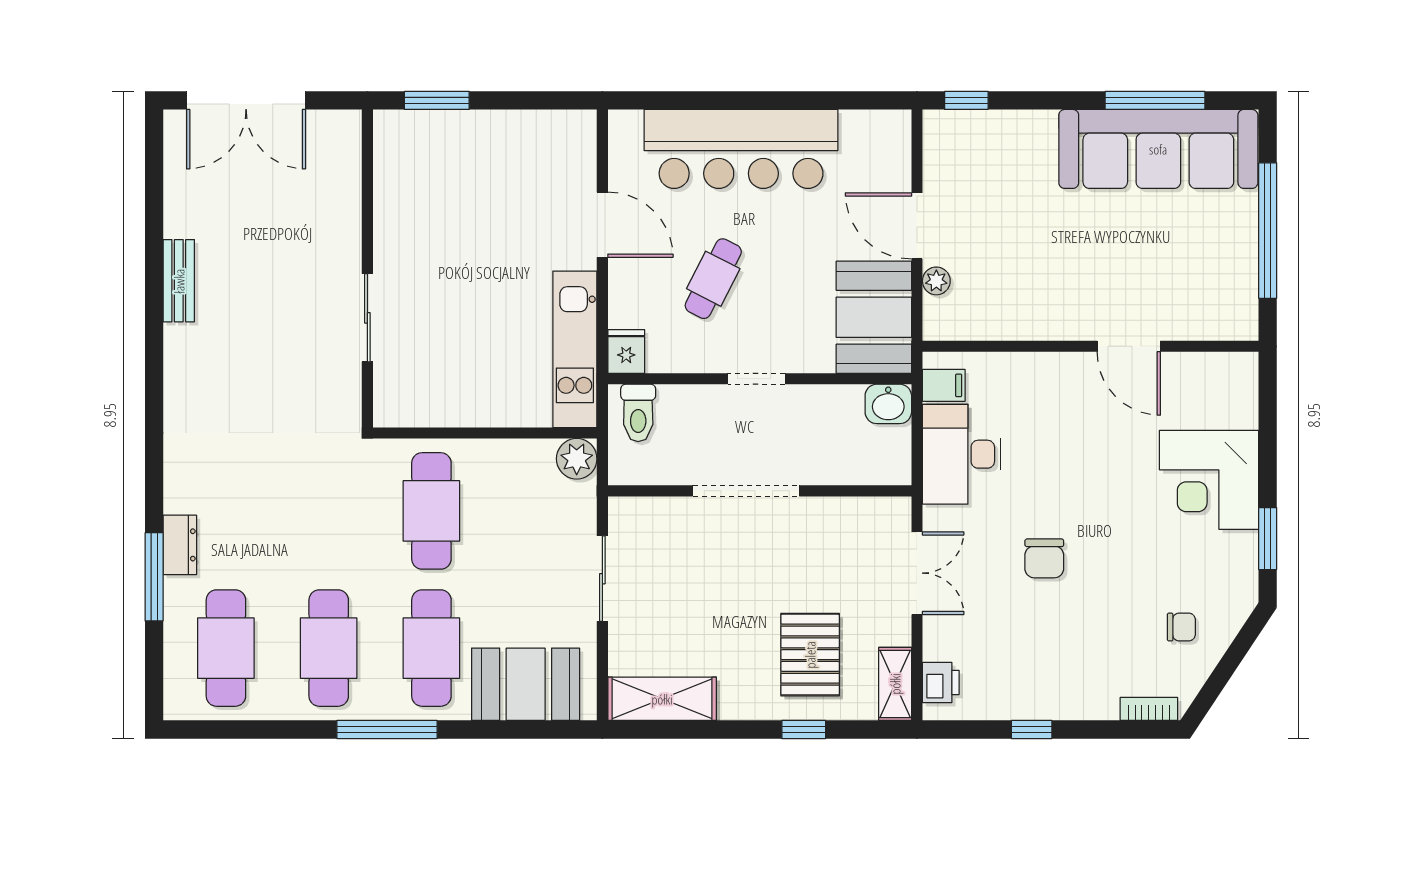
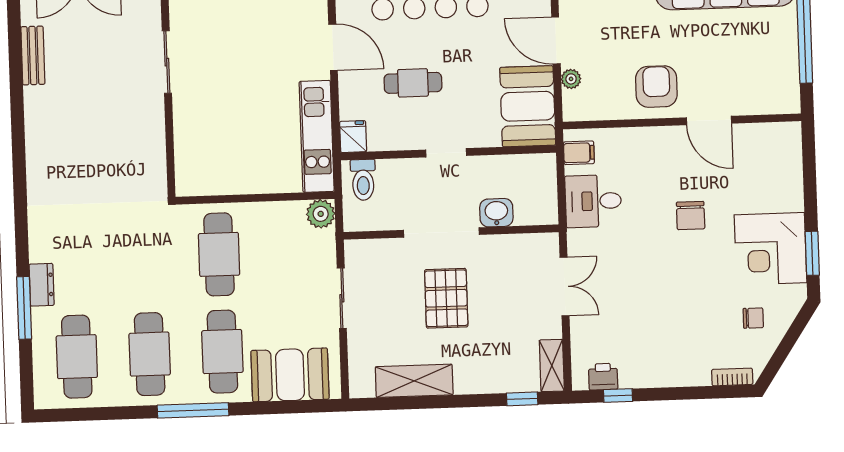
cafe table: (713, 279) -> (413, 83), turned 63
bench: (179, 281) -> (33, 55), moved
armchair: (1056, 296) -> (656, 87), added
sliding door: (367, 318) -> (167, 62), moved
washbasin: (888, 404) -> (496, 213), moved, turned 180
desk: (962, 454) -> (593, 201), width x0.73
corner desk: (1209, 480) -> (770, 249), moved
chair: (1044, 558) -> (691, 215), moved
pallet: (810, 655) -> (446, 298), moved
printer: (941, 682) -> (603, 377), moved, turned -90
shelving: (662, 699) -> (414, 381), moved
window: (804, 730) -> (522, 399), moved
window: (1032, 730) -> (618, 396), moved

